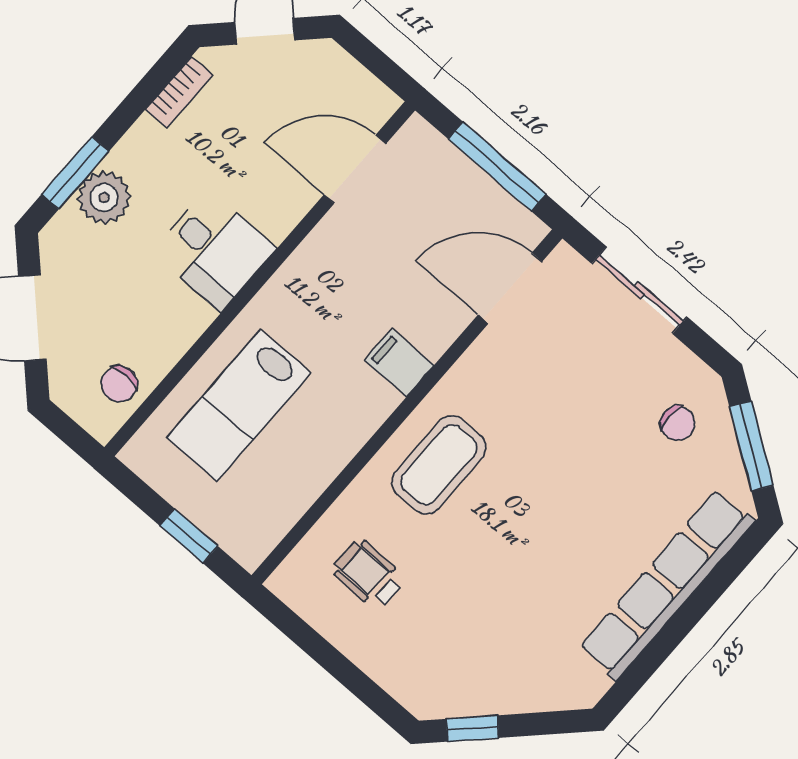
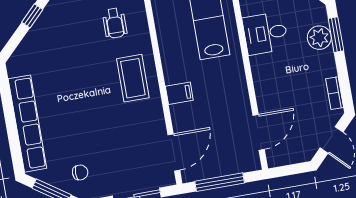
desk: (214, 250) -> (265, 33), moved
chair: (678, 423) -> (80, 172), turned 180
wheelchair: (369, 575) -> (115, 23), turned 89

